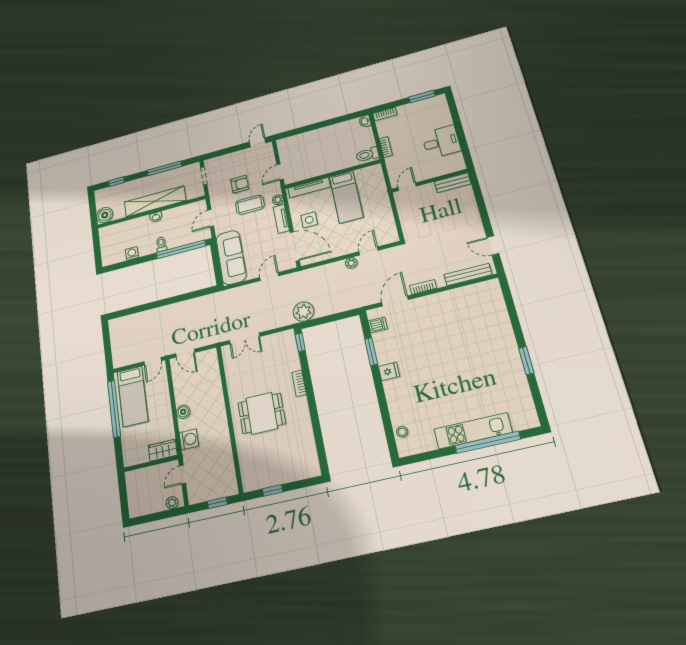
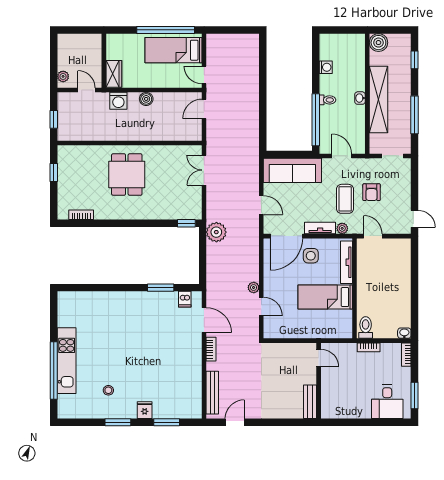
desk: (441, 142) -> (387, 402), moved
window: (512, 311) -> (167, 422), added
fridge: (389, 371) -> (145, 410), moved, turned 180
bookcase: (299, 383) -> (81, 215), moved
stool: (402, 432) -> (108, 390), moved

